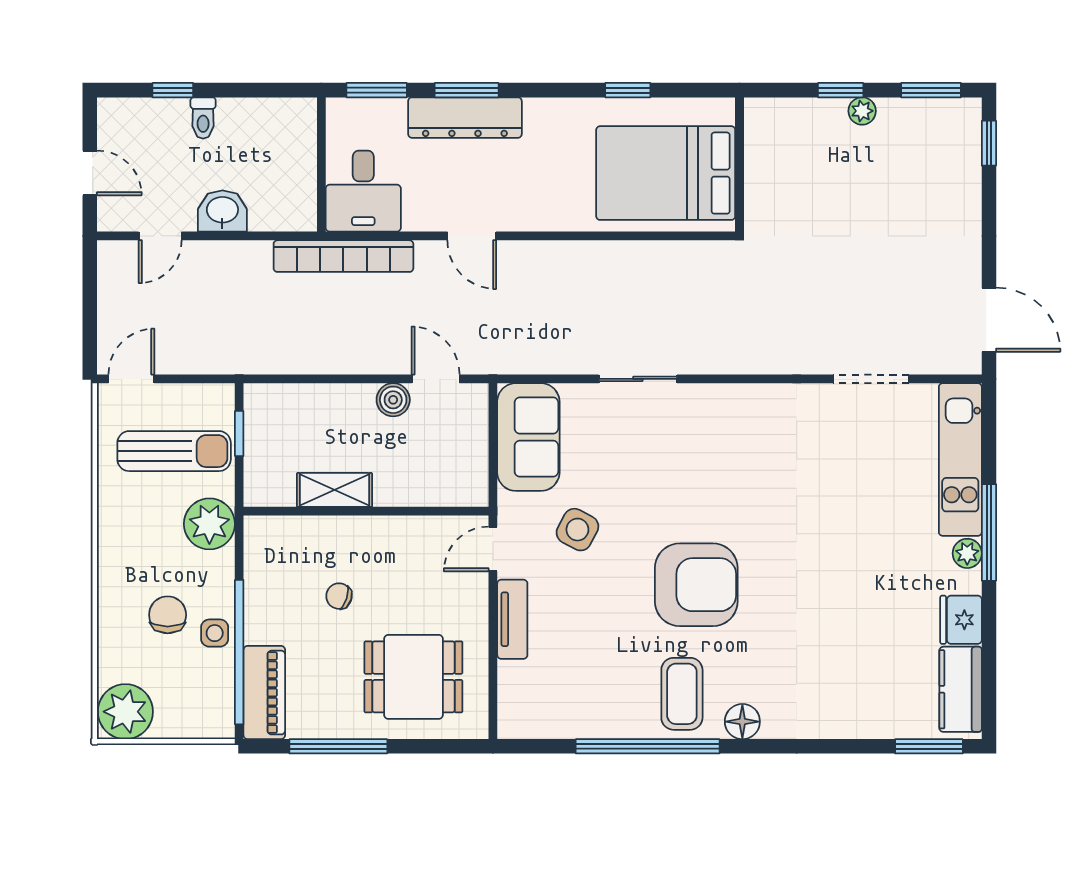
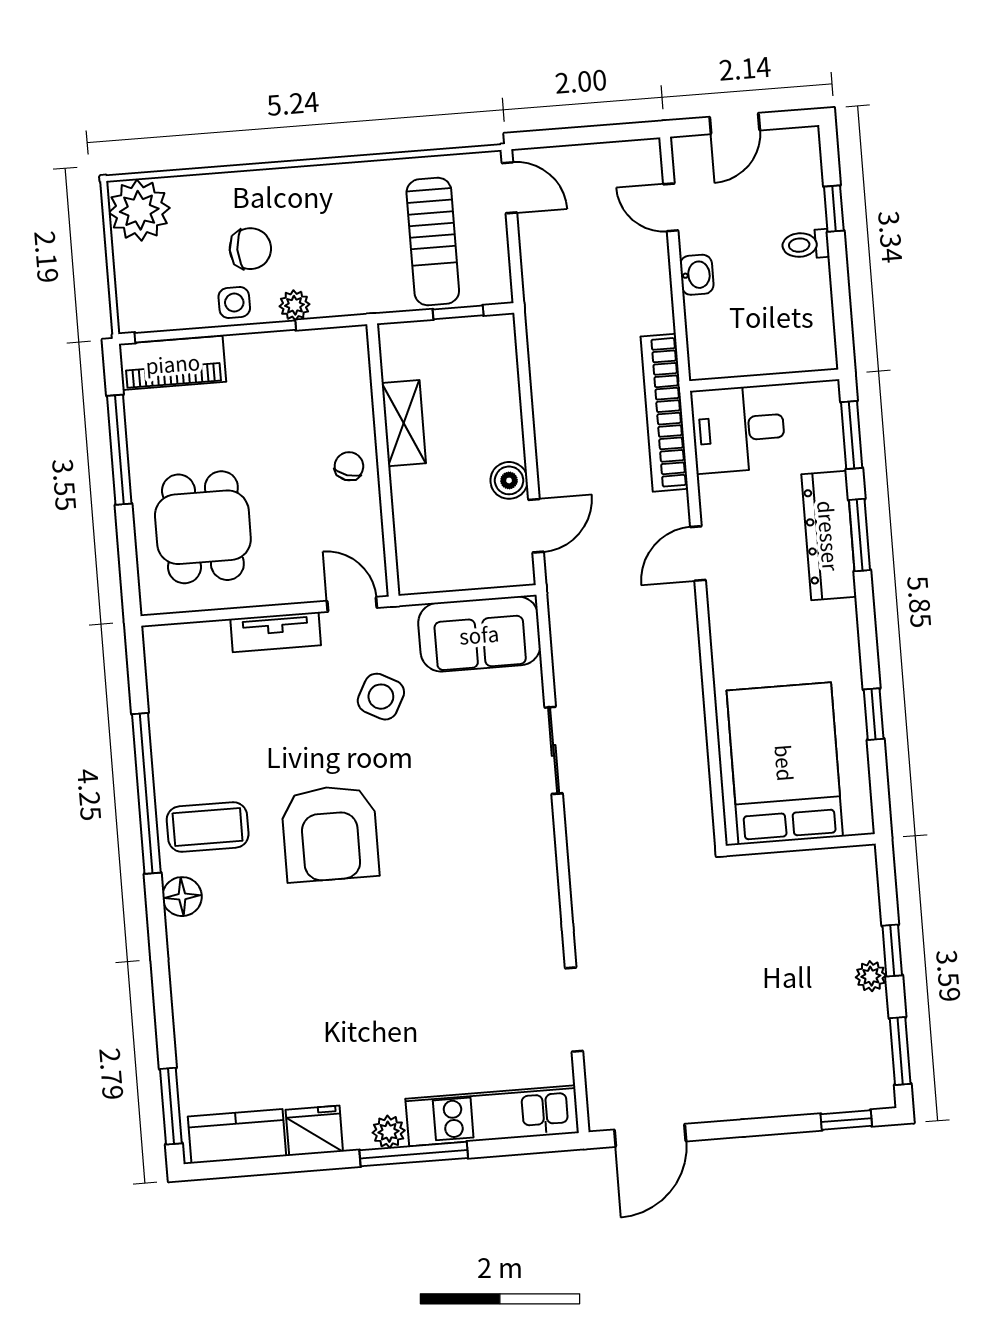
washbasin: (222, 211) -> (697, 275), width x0.72, depth x0.69
plant: (209, 524) -> (295, 305), moved, width x0.53, depth x0.53
chair: (339, 596) -> (349, 466), moved

